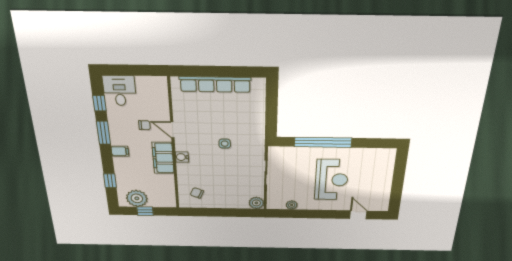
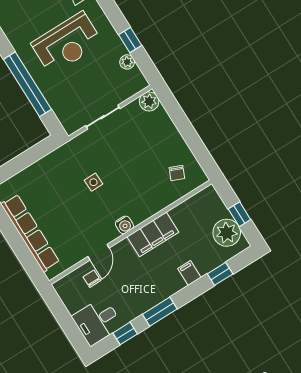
chair: (144, 125) -> (92, 279), moved
door: (172, 130) -> (99, 252), moved
filing cabinet: (120, 151) -> (189, 273), moved
water cooler: (182, 157) -> (124, 225), moved
reception desk: (332, 180) -> (67, 43), turned 180
window: (305, 214) -> (130, 40), added

